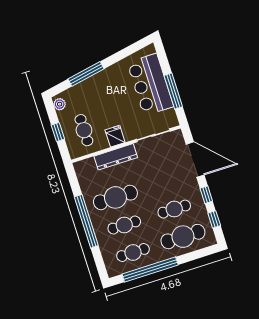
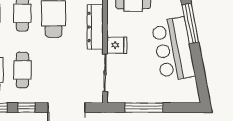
bar counter: (150, 84) -> (173, 49), moved, turned -101
fridge: (115, 136) -> (117, 45), moved

